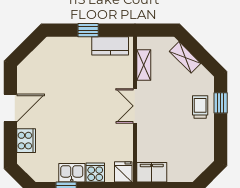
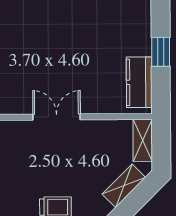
shelving: (144, 65) -> (143, 140), moved, turned 90

